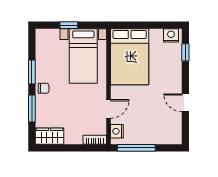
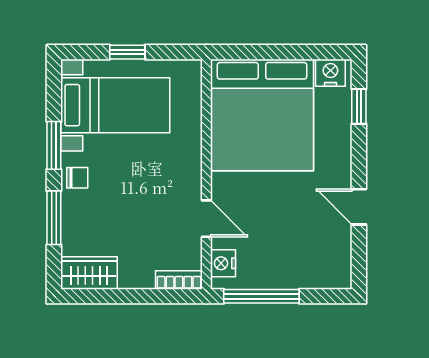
bed with nightstands: (83, 56) -> (115, 105), moved, turned -90
bed: (130, 57) -> (262, 115), width x1.36
door: (109, 109) -> (206, 219), hinge flipped

